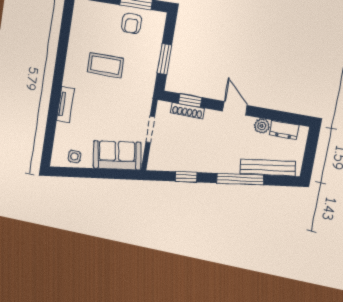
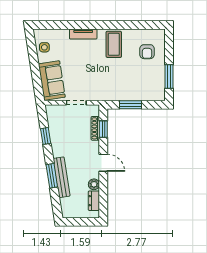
armchair: (132, 23) -> (147, 52), moved, turned -90
coffee table: (105, 65) -> (114, 44), moved
door: (235, 108) -> (103, 163), hinge flipped
bench: (268, 168) -> (62, 177), moved
window: (240, 179) -> (52, 176), width x0.69

